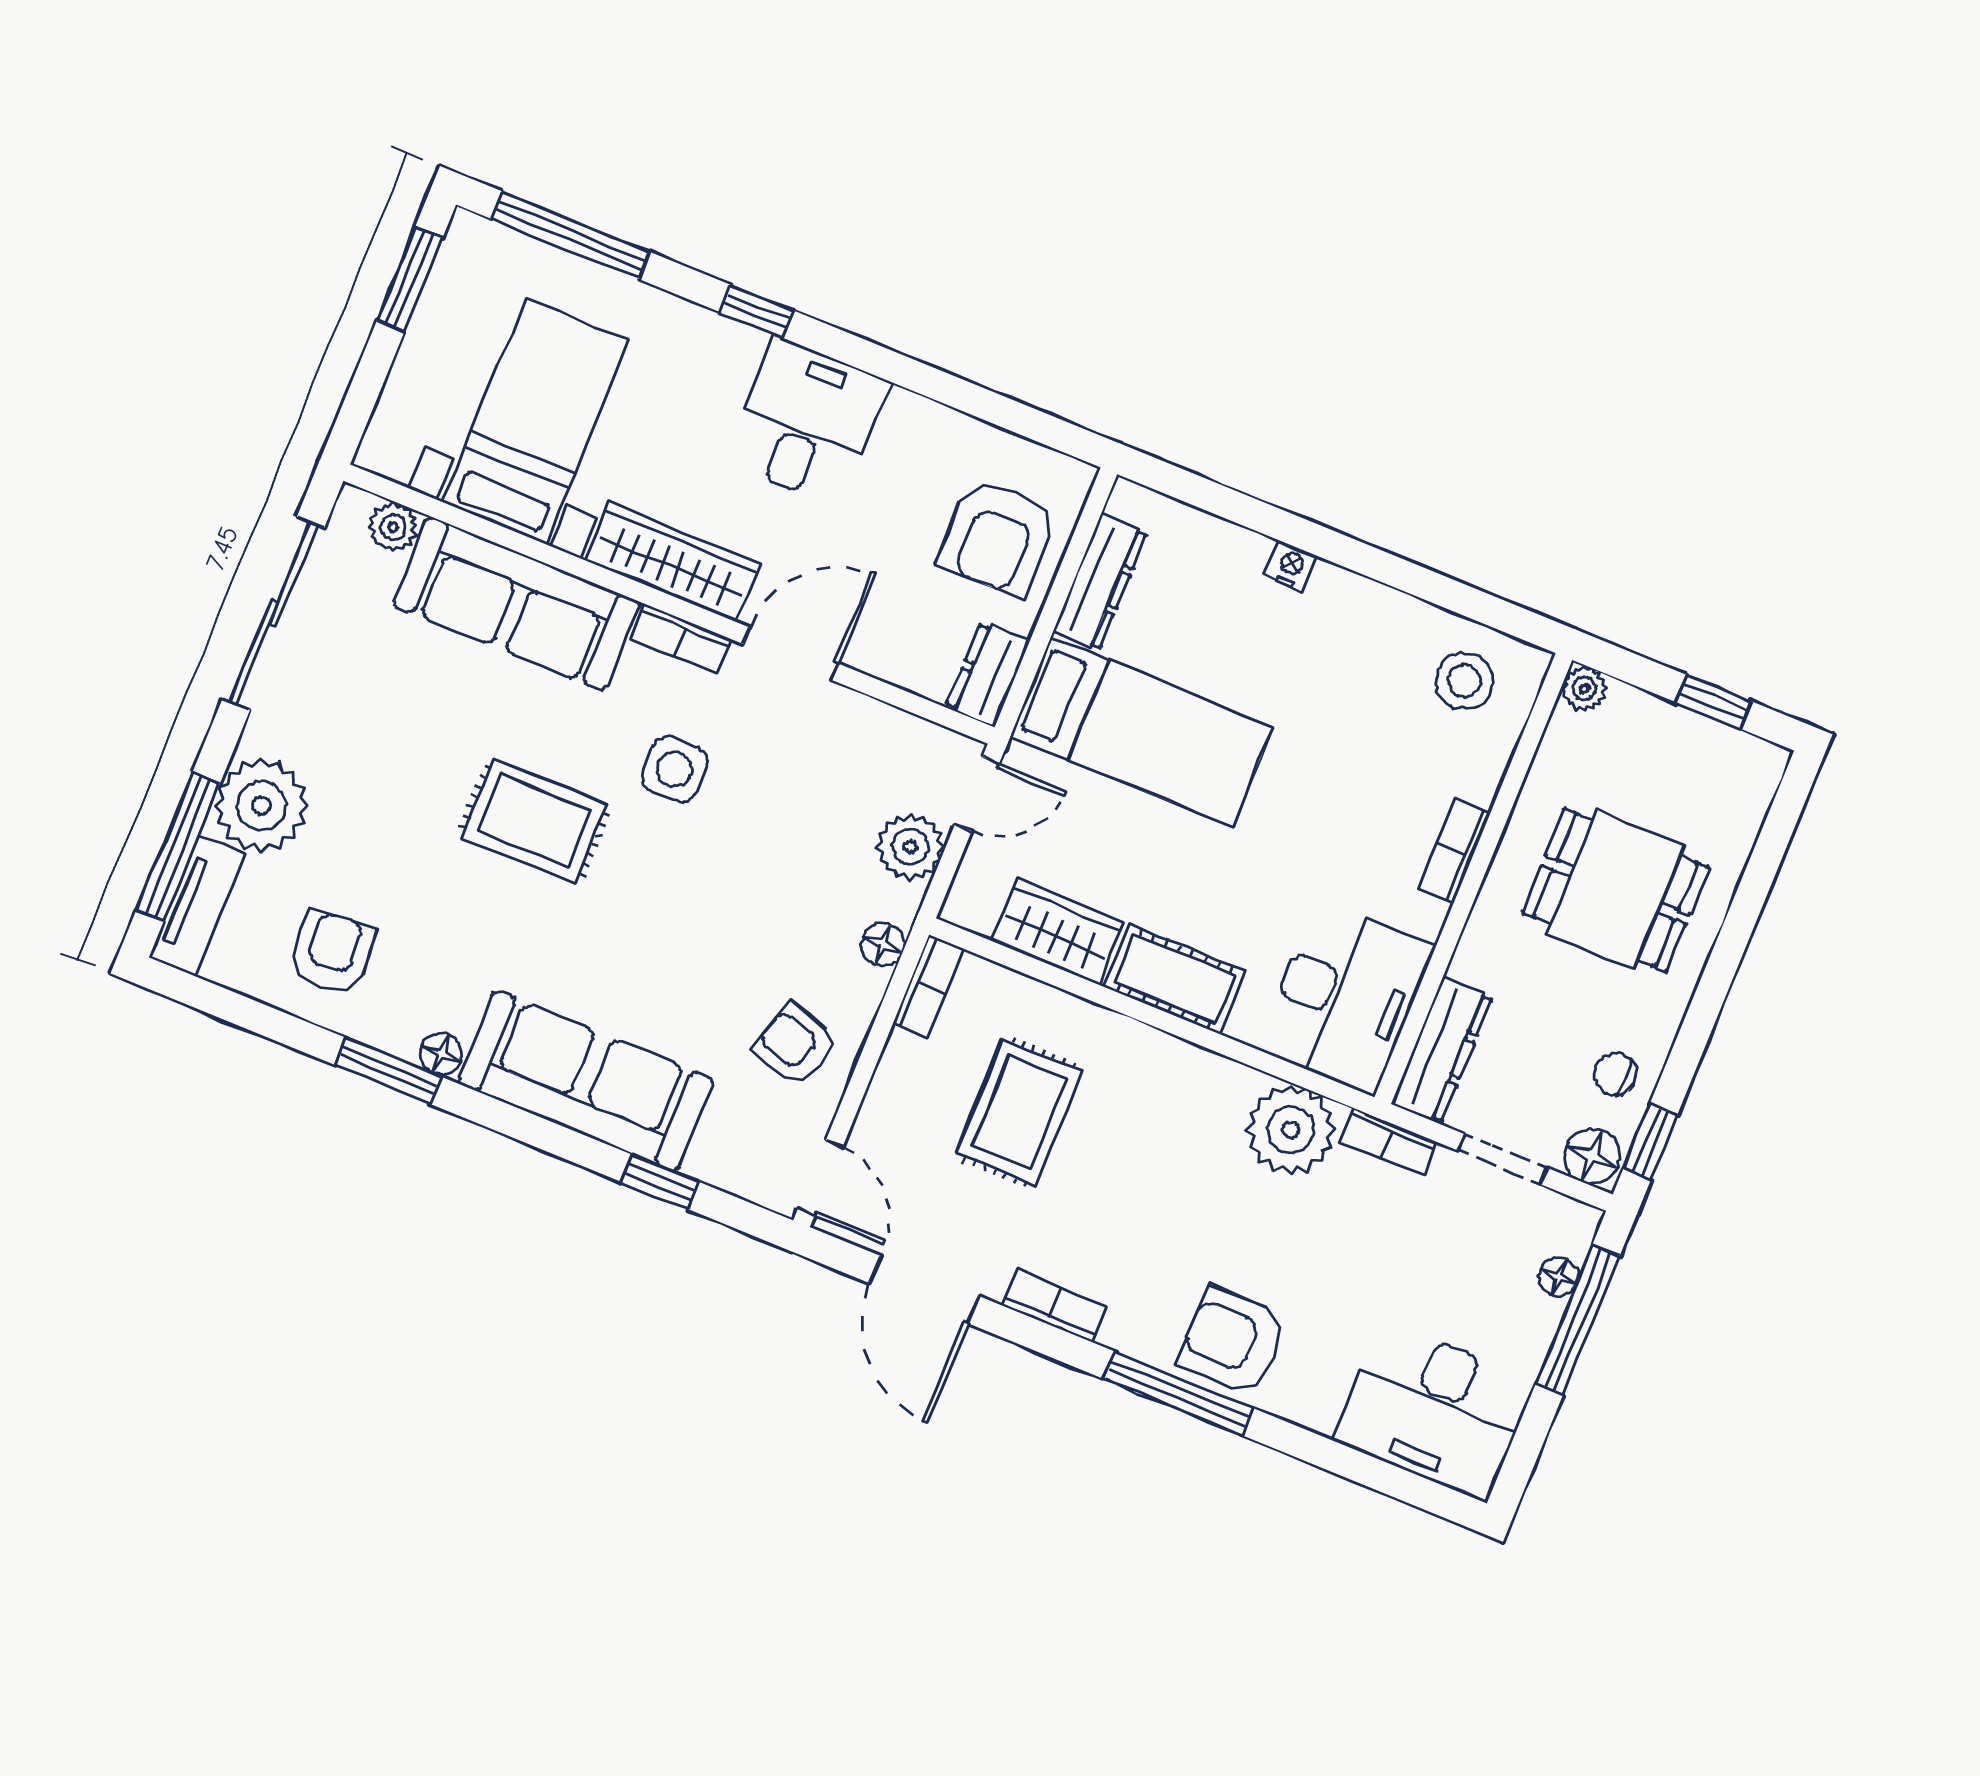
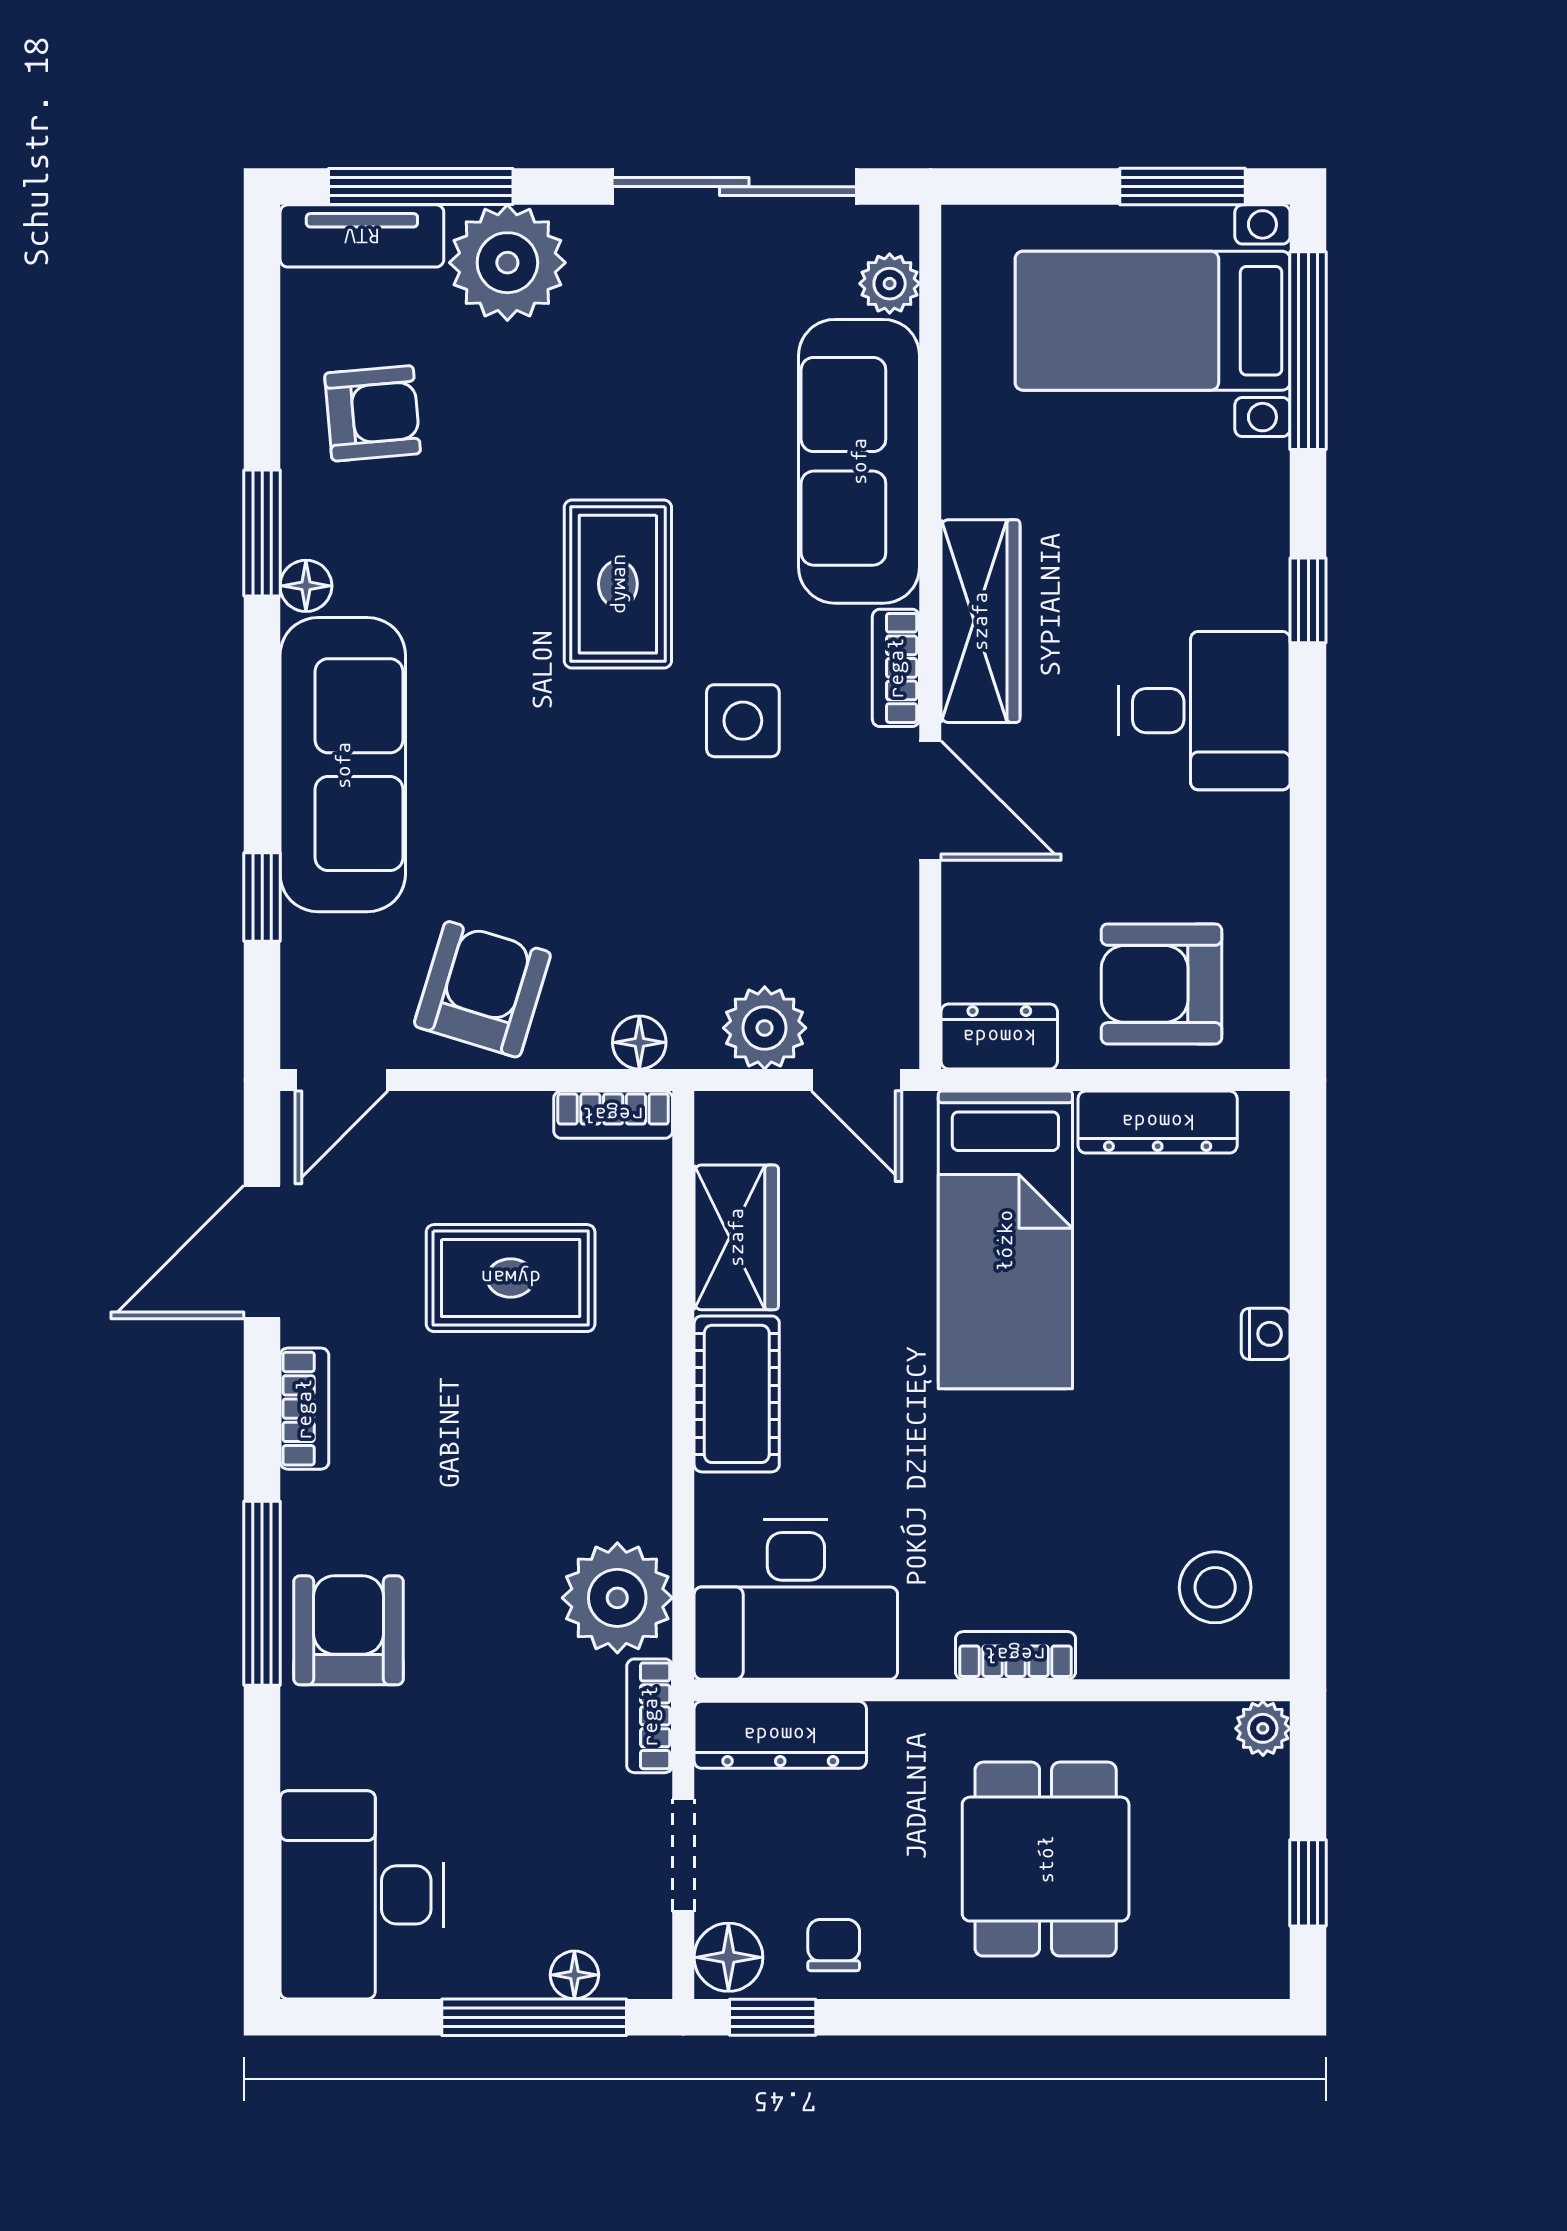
bed with nightstands: (536, 421) -> (1153, 321), moved, turned 180
armchair: (795, 1045) -> (482, 989), width x1.38, depth x1.38

